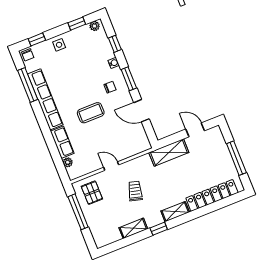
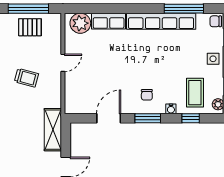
coffee table: (91, 113) -> (195, 93), moved
plant: (68, 162) -> (80, 23), width x1.88, depth x1.88
pallet: (92, 193) -> (30, 27), moved

